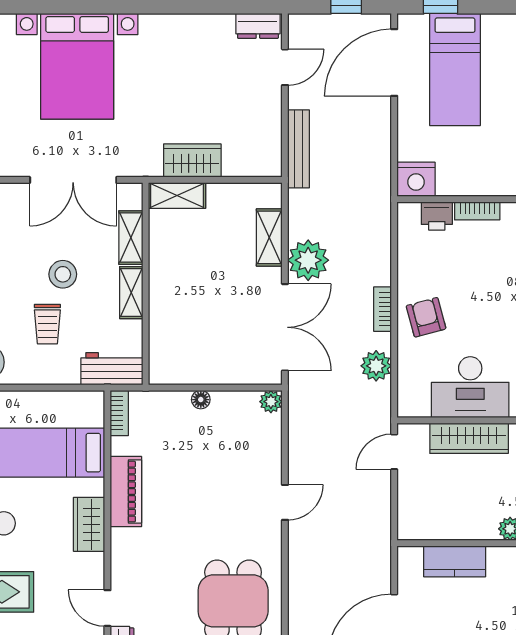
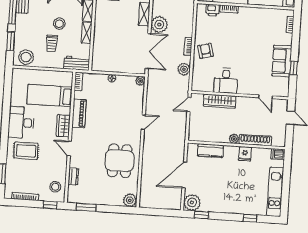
desk: (470, 387) -> (226, 81), width x0.73
door: (107, 608) -> (69, 148), moved

